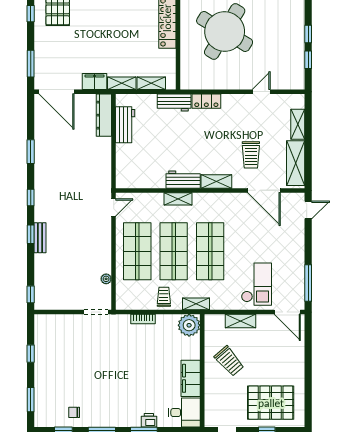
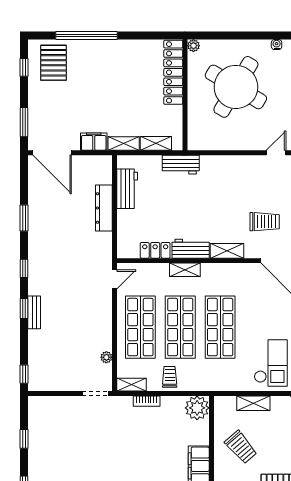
locker: (206, 101) -> (155, 250), moved, turned 180
dresser: (104, 115) -> (104, 208), moved
trolley: (251, 155) -> (265, 222), turned -90
shelving: (196, 304) -> (132, 385), moved

